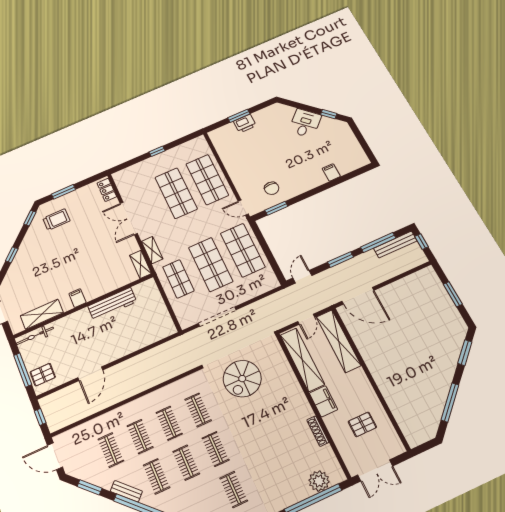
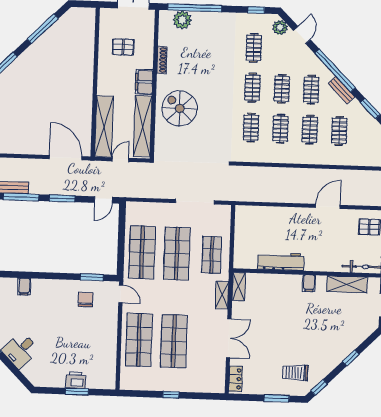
spiral stairs: (242, 379) -> (180, 108), moved, turned -90

